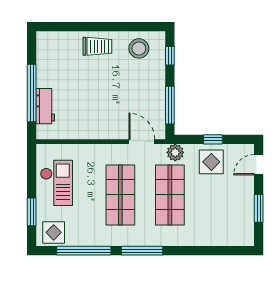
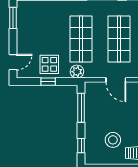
stool: (139, 48) -> (113, 140), moved
door: (142, 142) -> (116, 80), moved
window: (259, 208) -> (13, 18), moved

